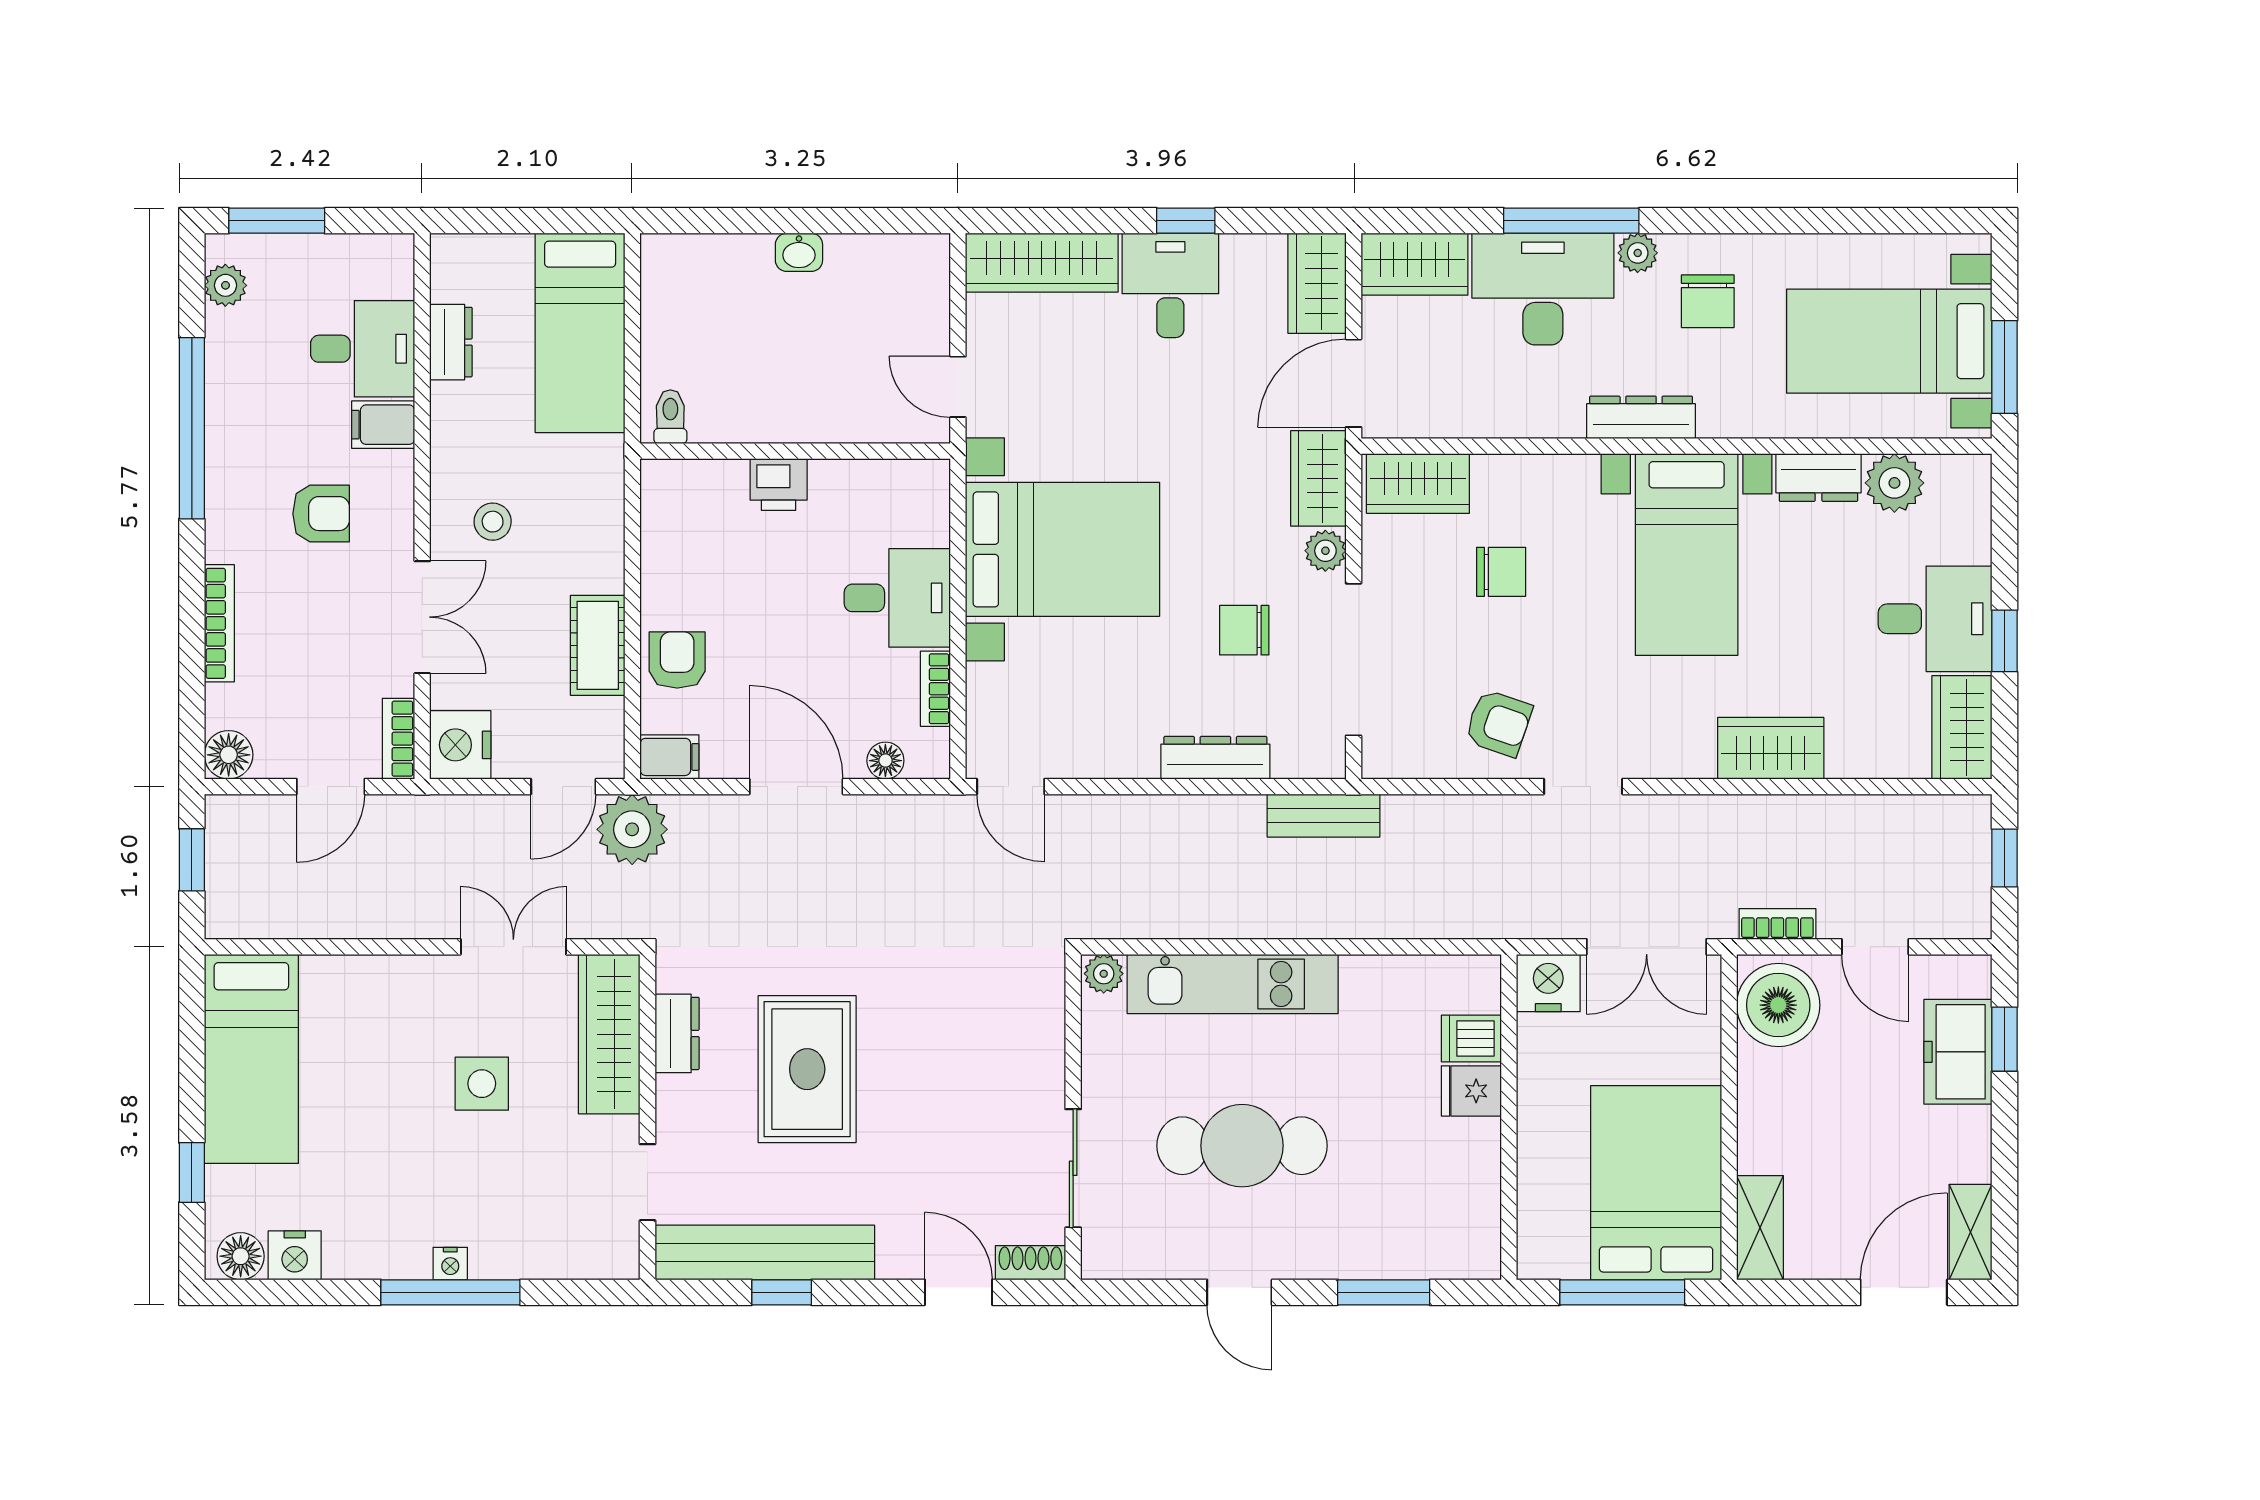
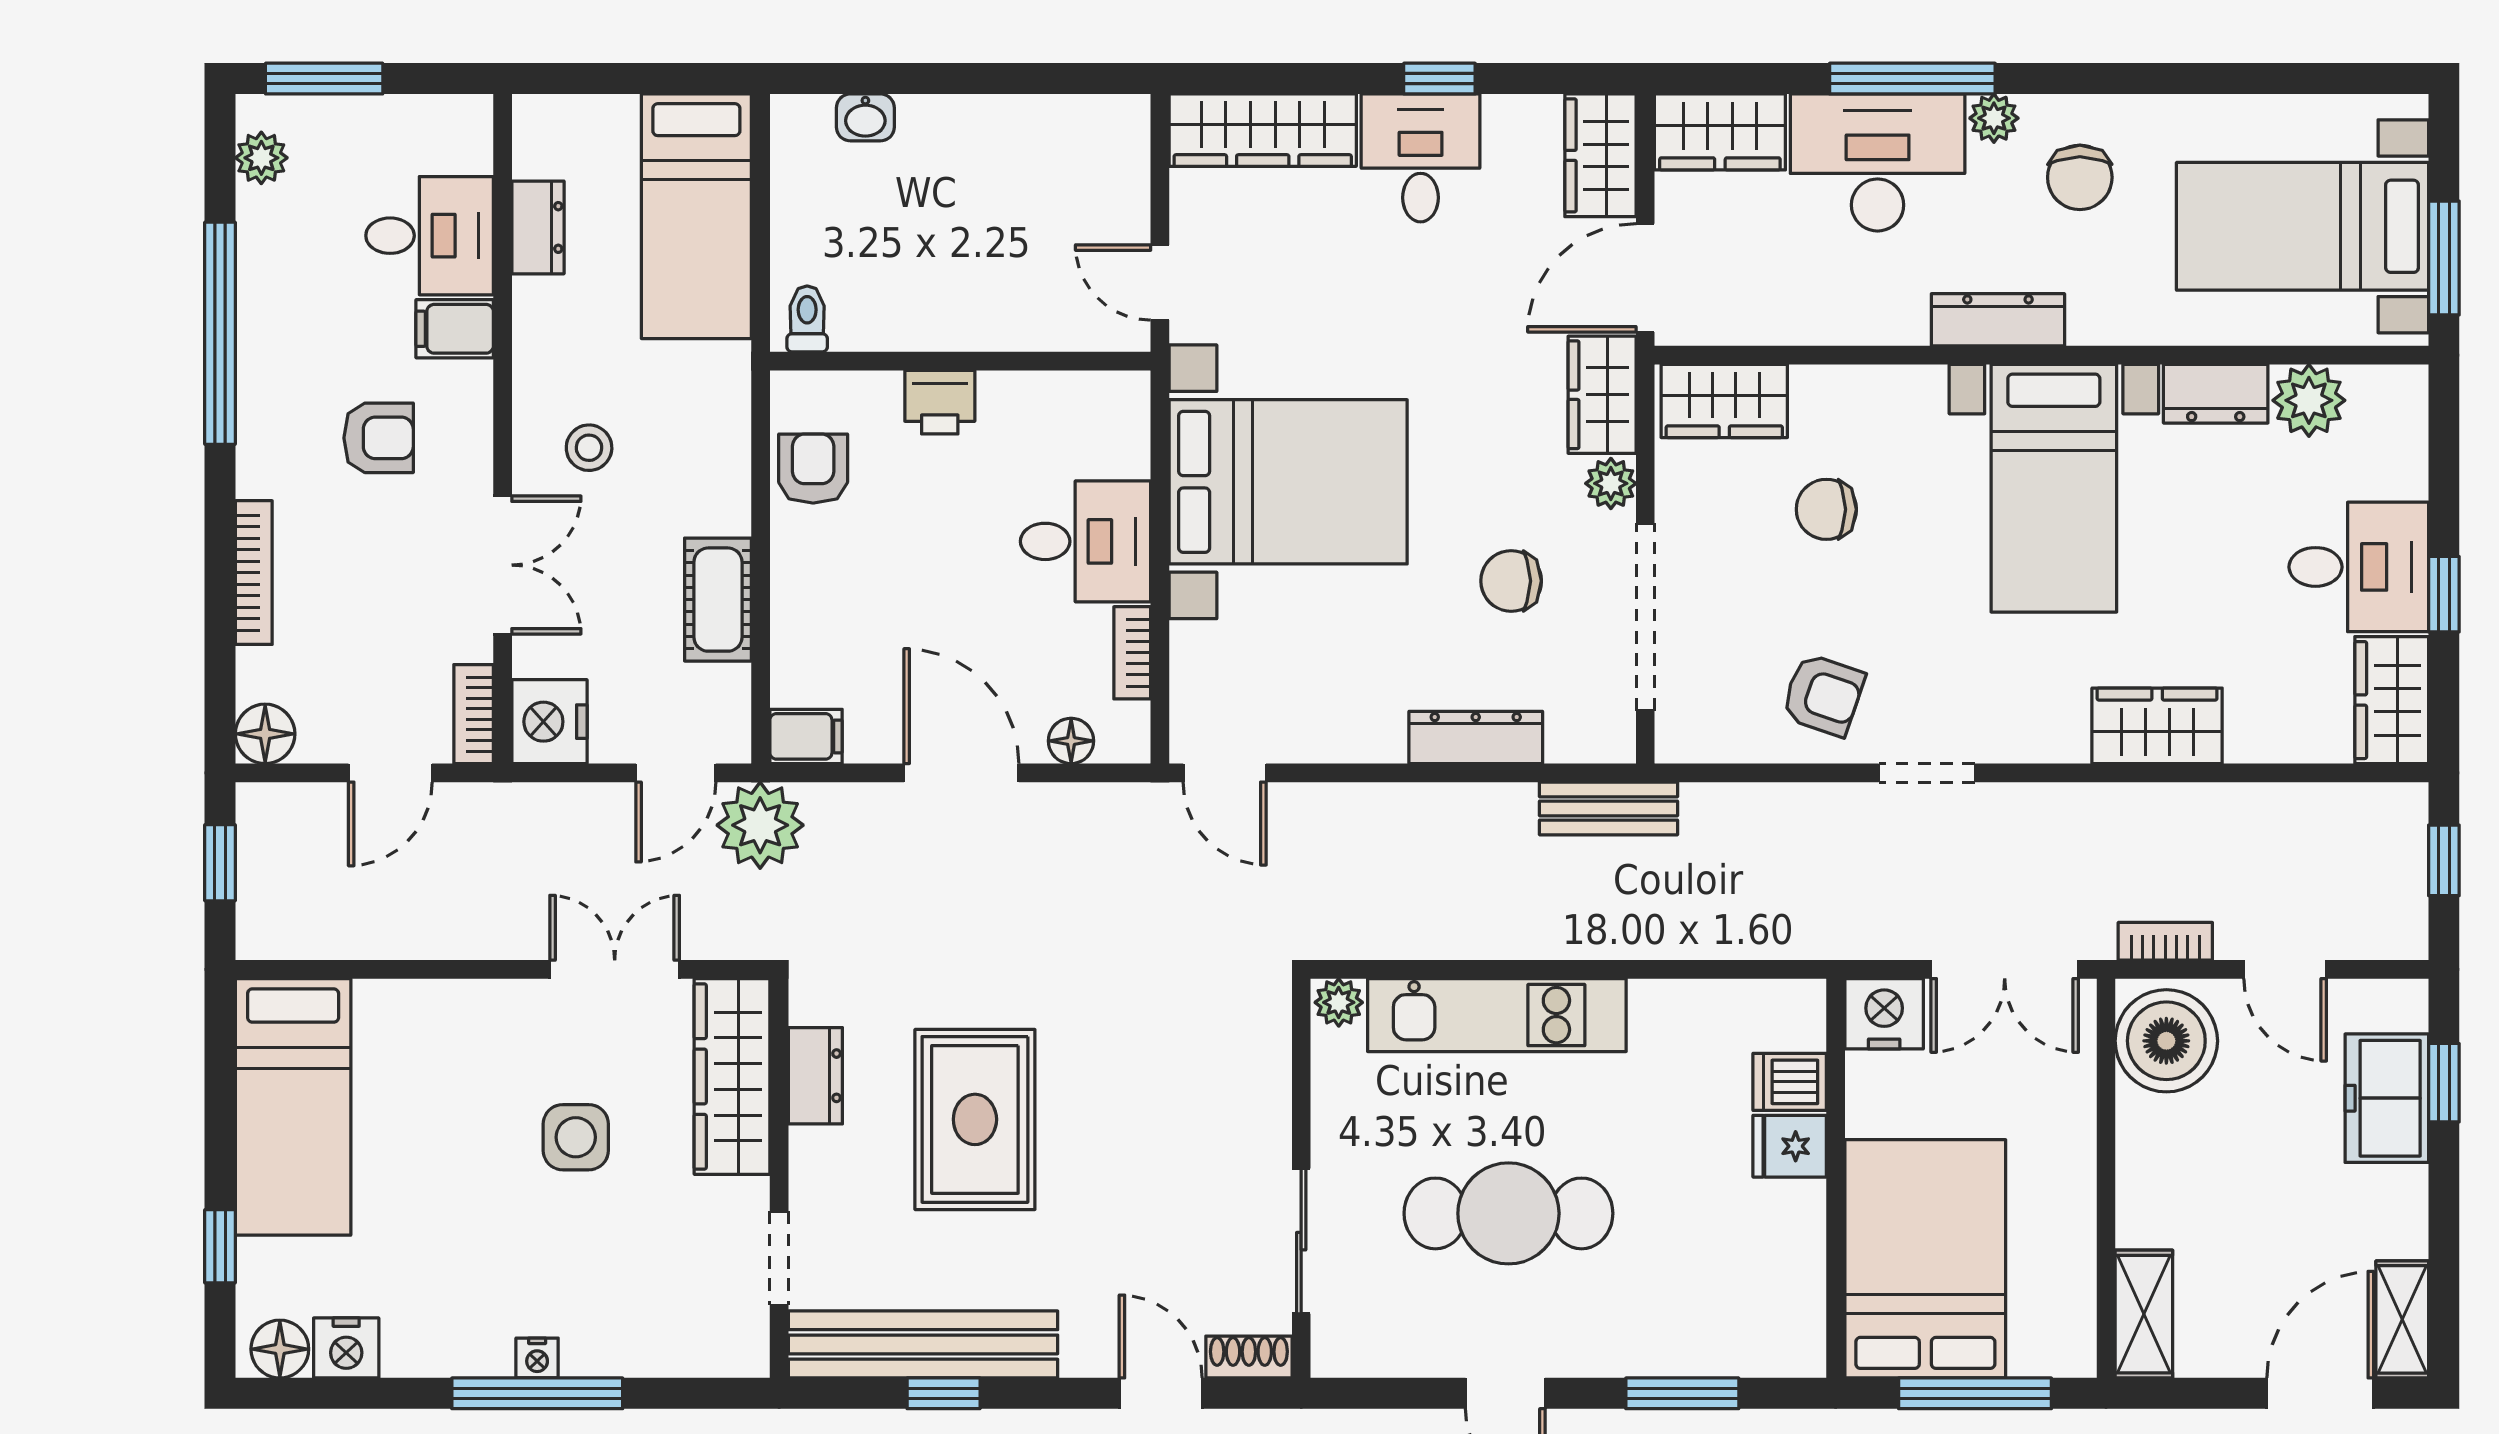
washbasin: (799, 252) -> (865, 117), moved
chair: (1501, 572) -> (1826, 509), turned 180
armchair: (677, 660) -> (813, 469), moved
bed: (1656, 1183) -> (1925, 1259), moved

